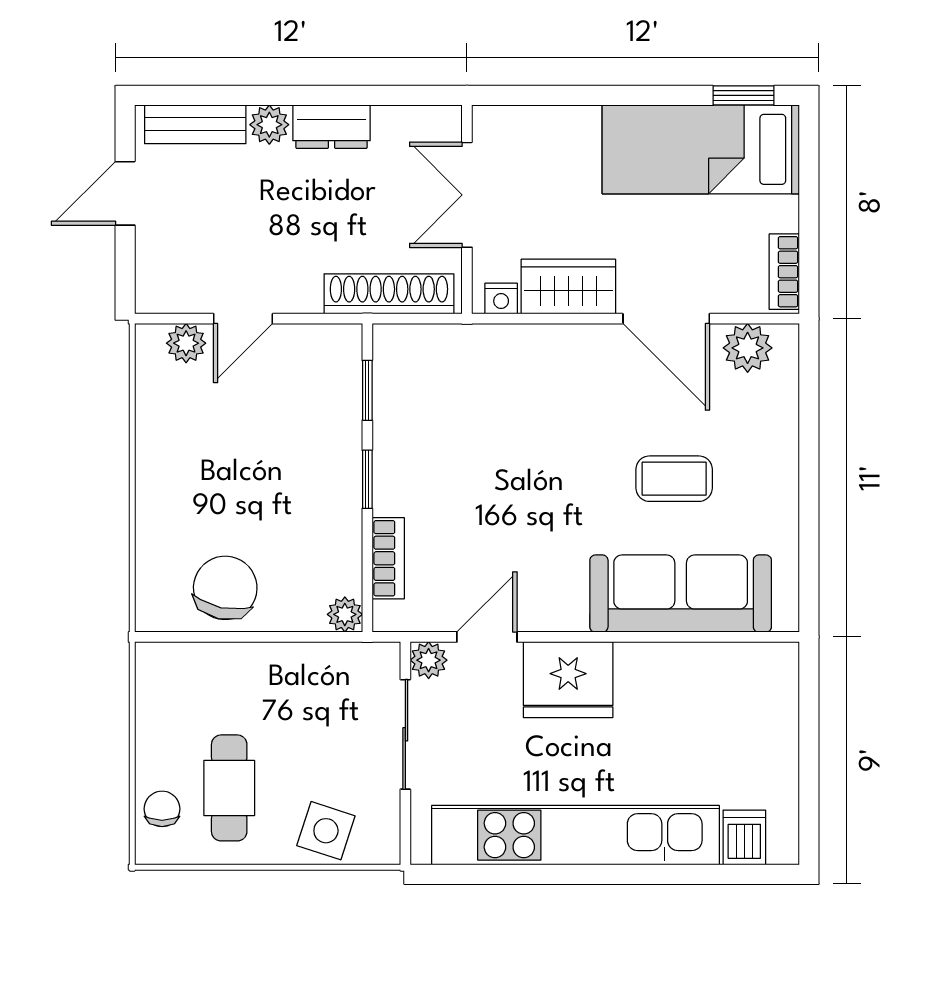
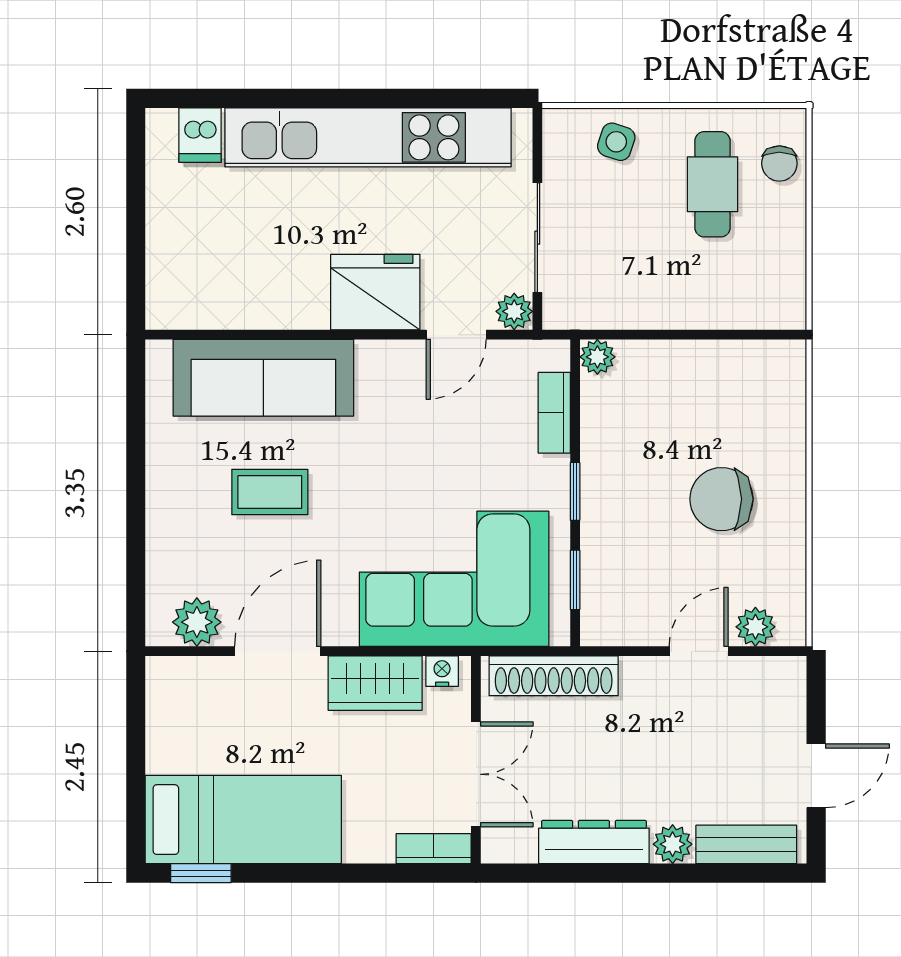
dresser: (331, 127) -> (594, 842), width x1.44
bookcase: (784, 272) -> (434, 849), moved, turned -90
door: (666, 319) -> (278, 651), hinge flipped
corner sofa: (489, 391) -> (454, 579), added
chair: (225, 588) -> (722, 499), moved, turned 78
side table: (326, 831) -> (616, 142), width x0.73, depth x0.73

